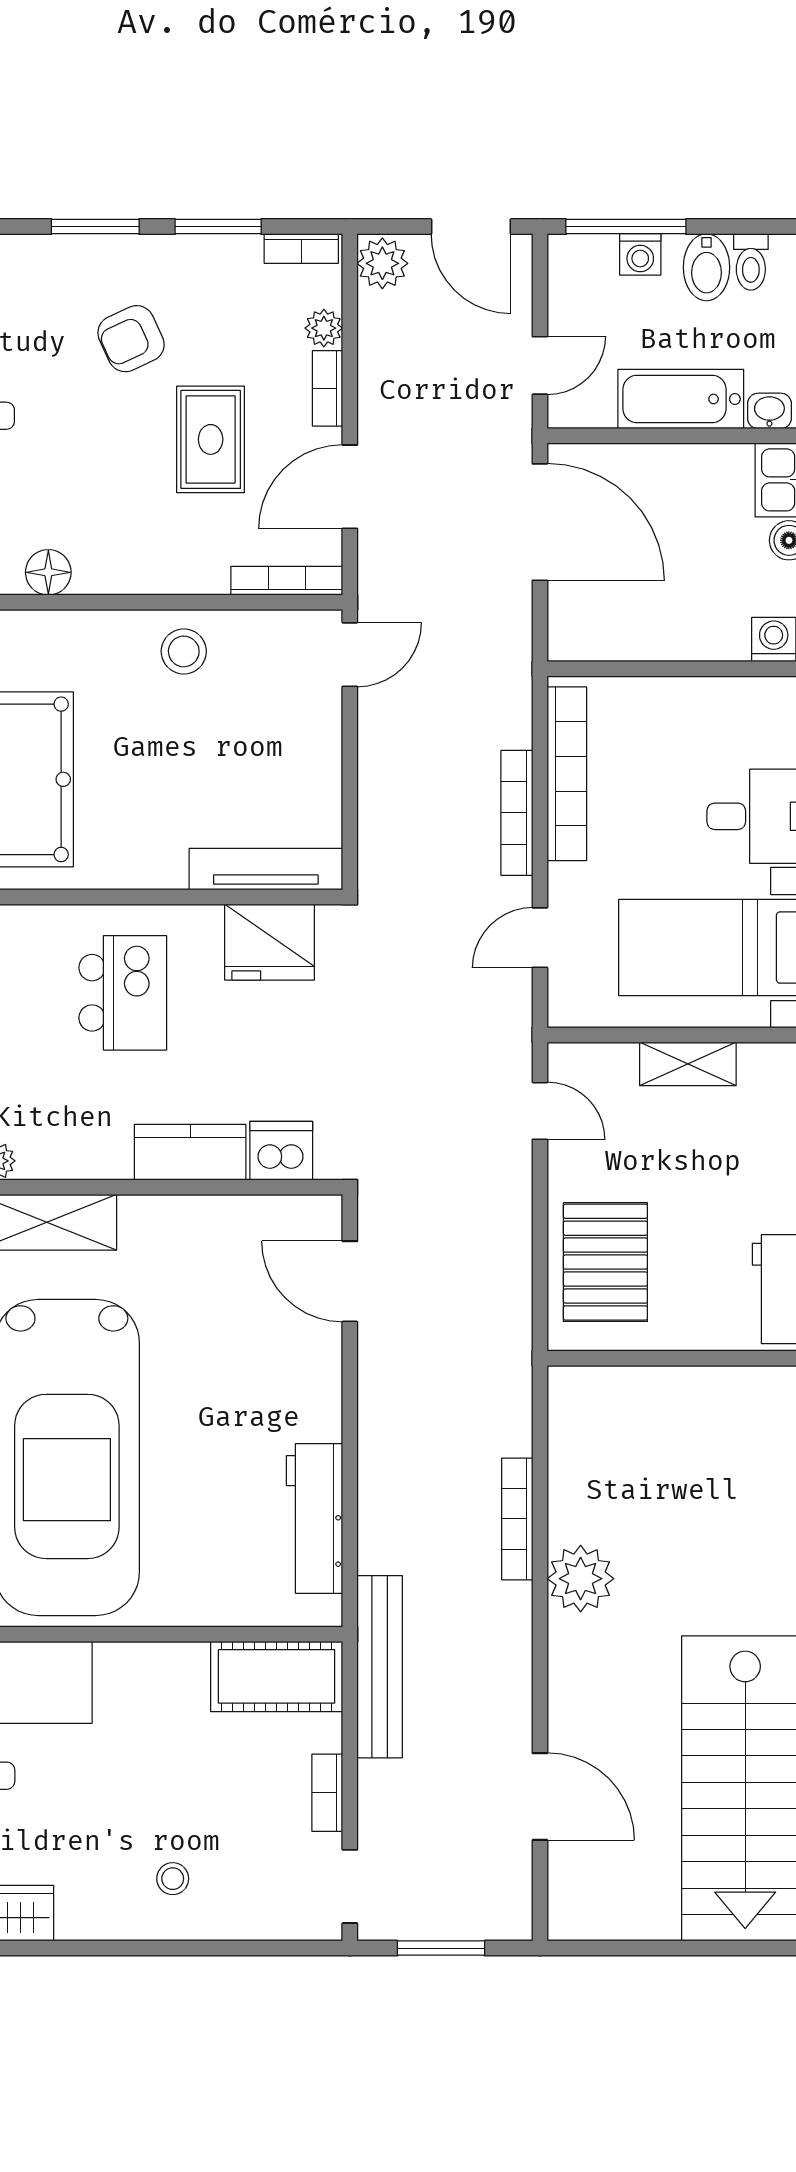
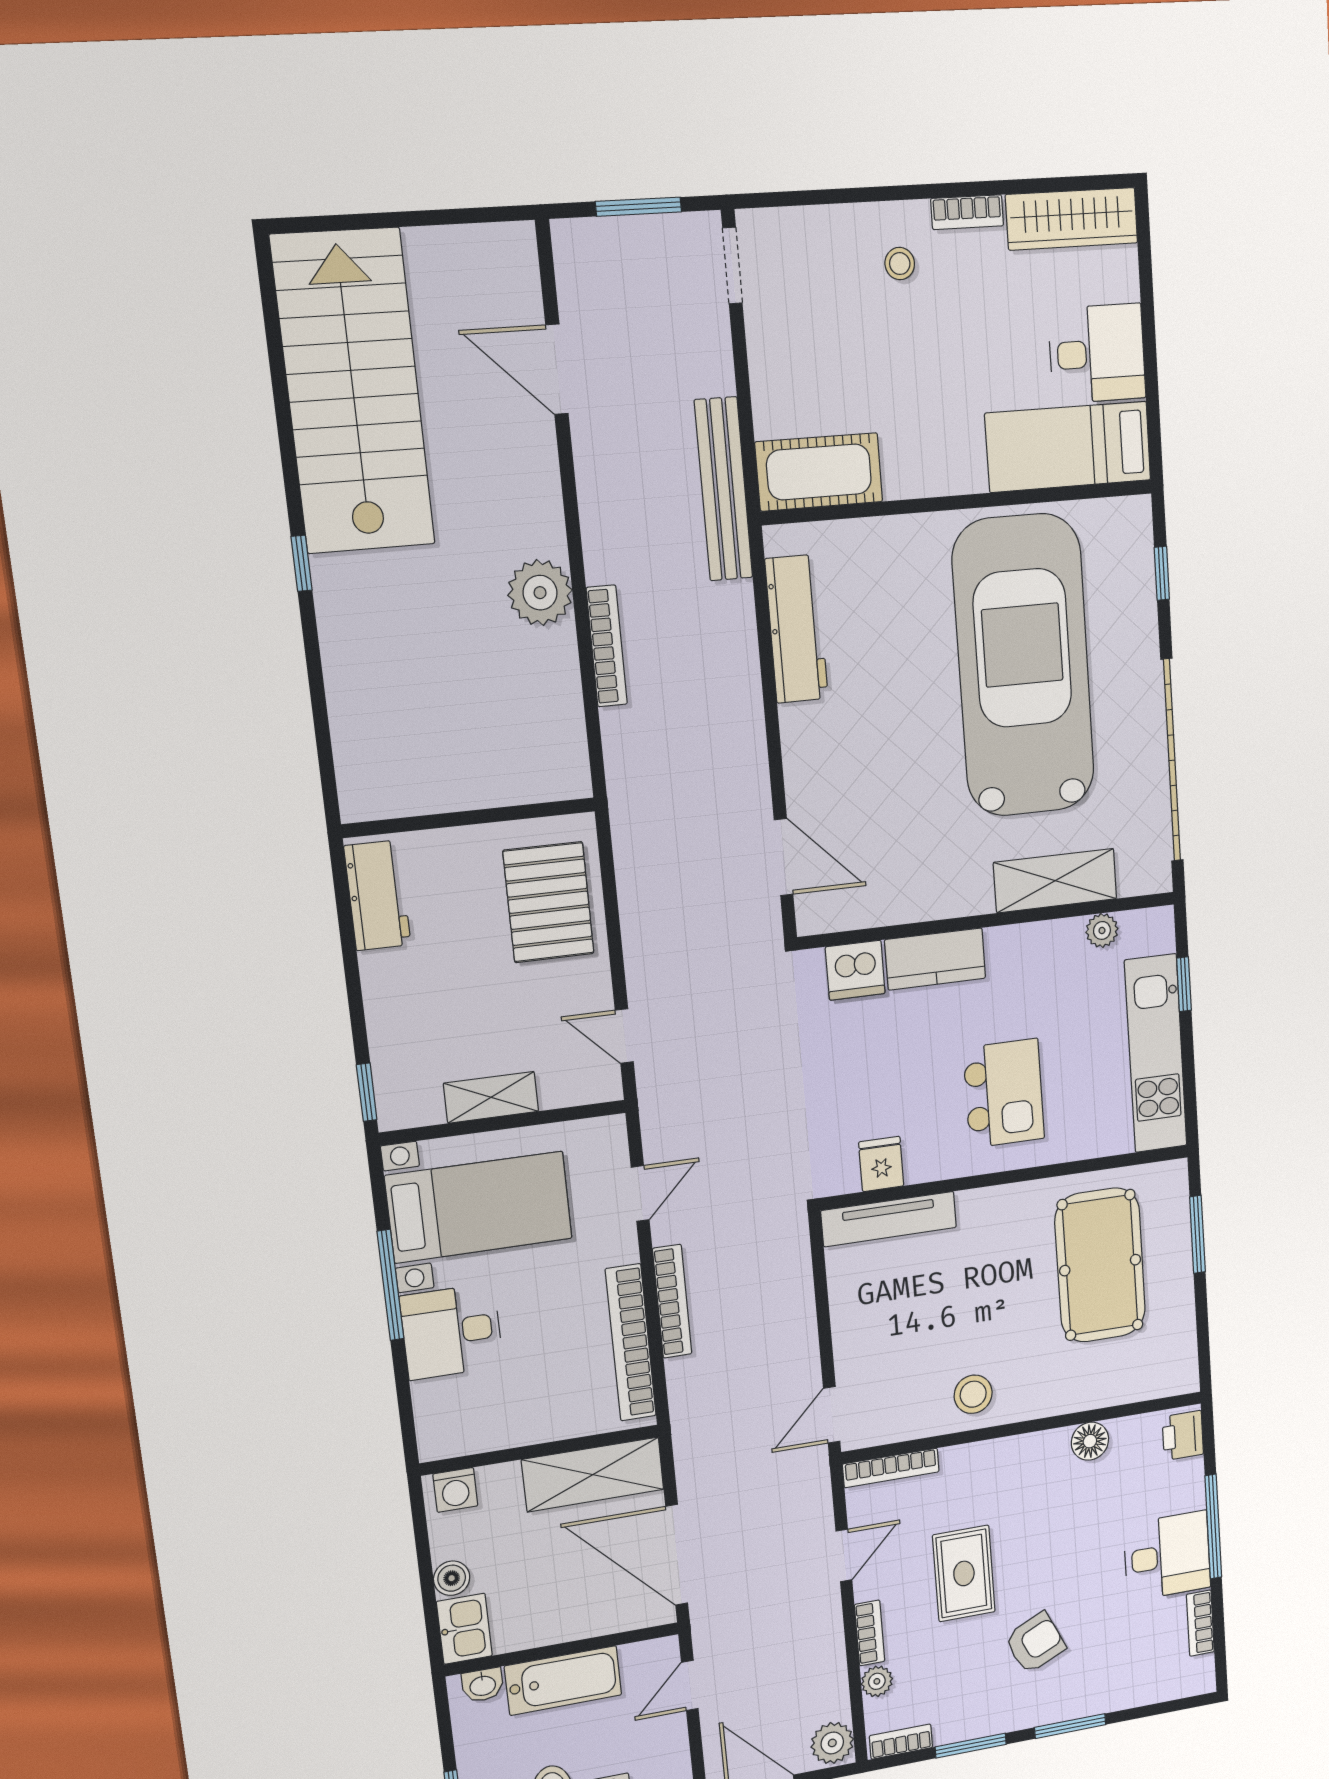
door: (350, 487) -> (844, 1555), width x0.73
shelving: (623, 631) -> (593, 1475), added
fridge: (270, 942) -> (881, 1164), width x0.53, depth x0.75
kitchen island: (123, 993) -> (1004, 1093), turned 180
bookcase: (327, 1793) -> (967, 212), moved, turned 90

